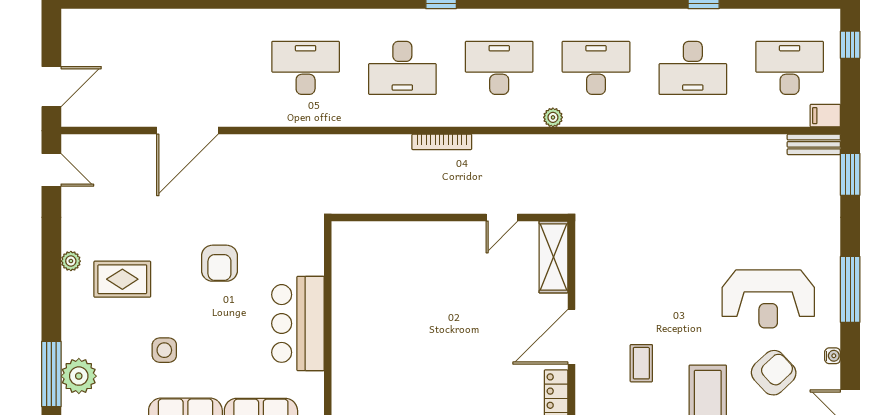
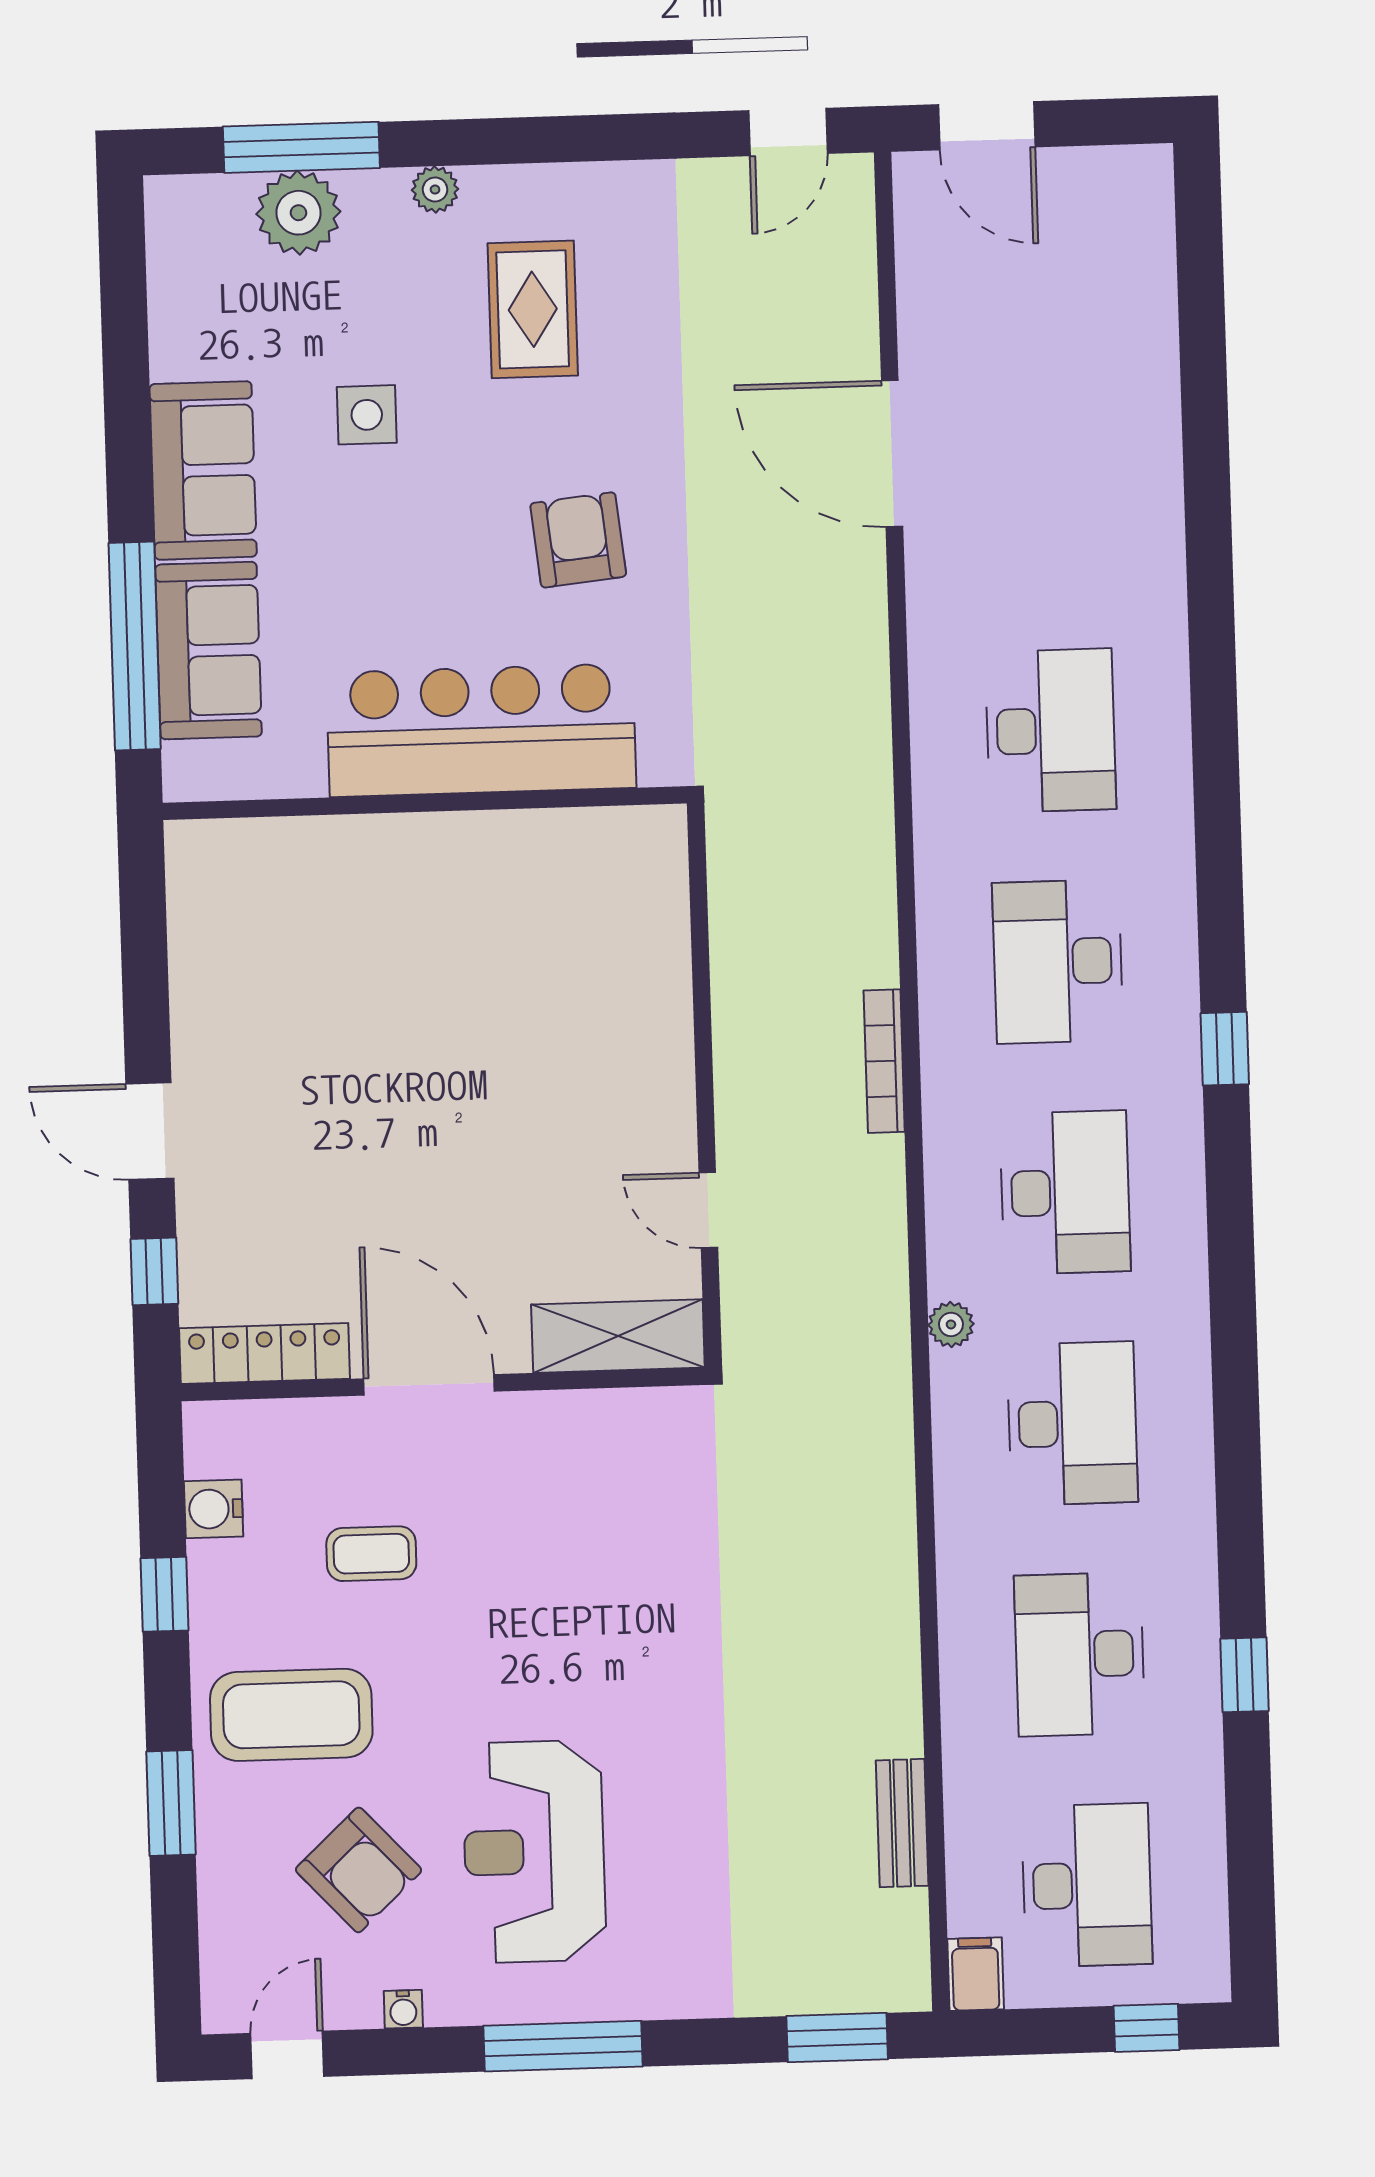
bench: (814, 144) -> (902, 1823), moved
plant: (71, 261) -> (435, 190), moved
armchair: (219, 263) -> (578, 540), turned 84
bar counter: (298, 323) -> (481, 730), width x1.36

